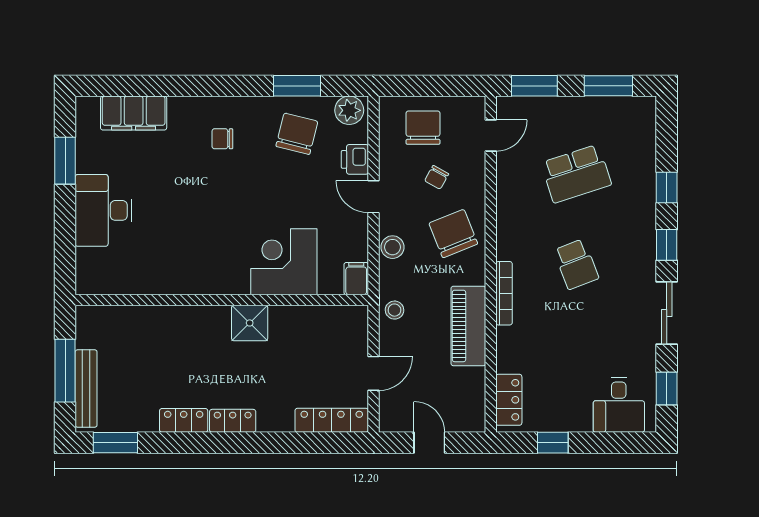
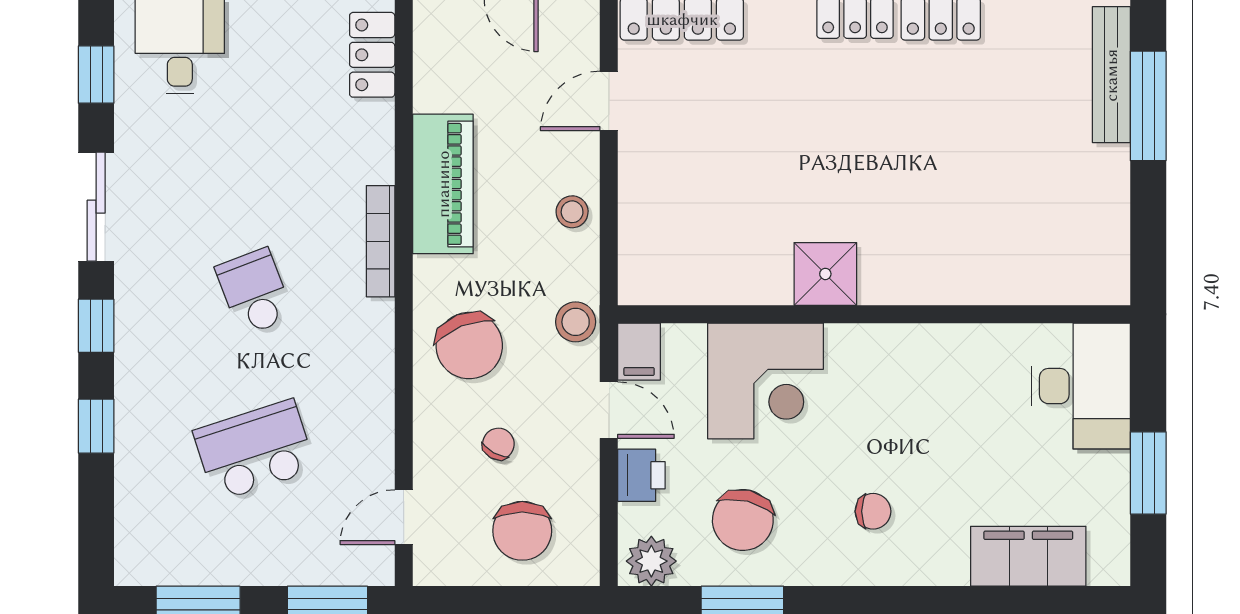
corner desk: (284, 262) -> (765, 381), moved
filing cabinet: (356, 279) -> (639, 352), moved
wall: (222, 300) -> (874, 314), moved
shower: (250, 323) -> (825, 274), moved

